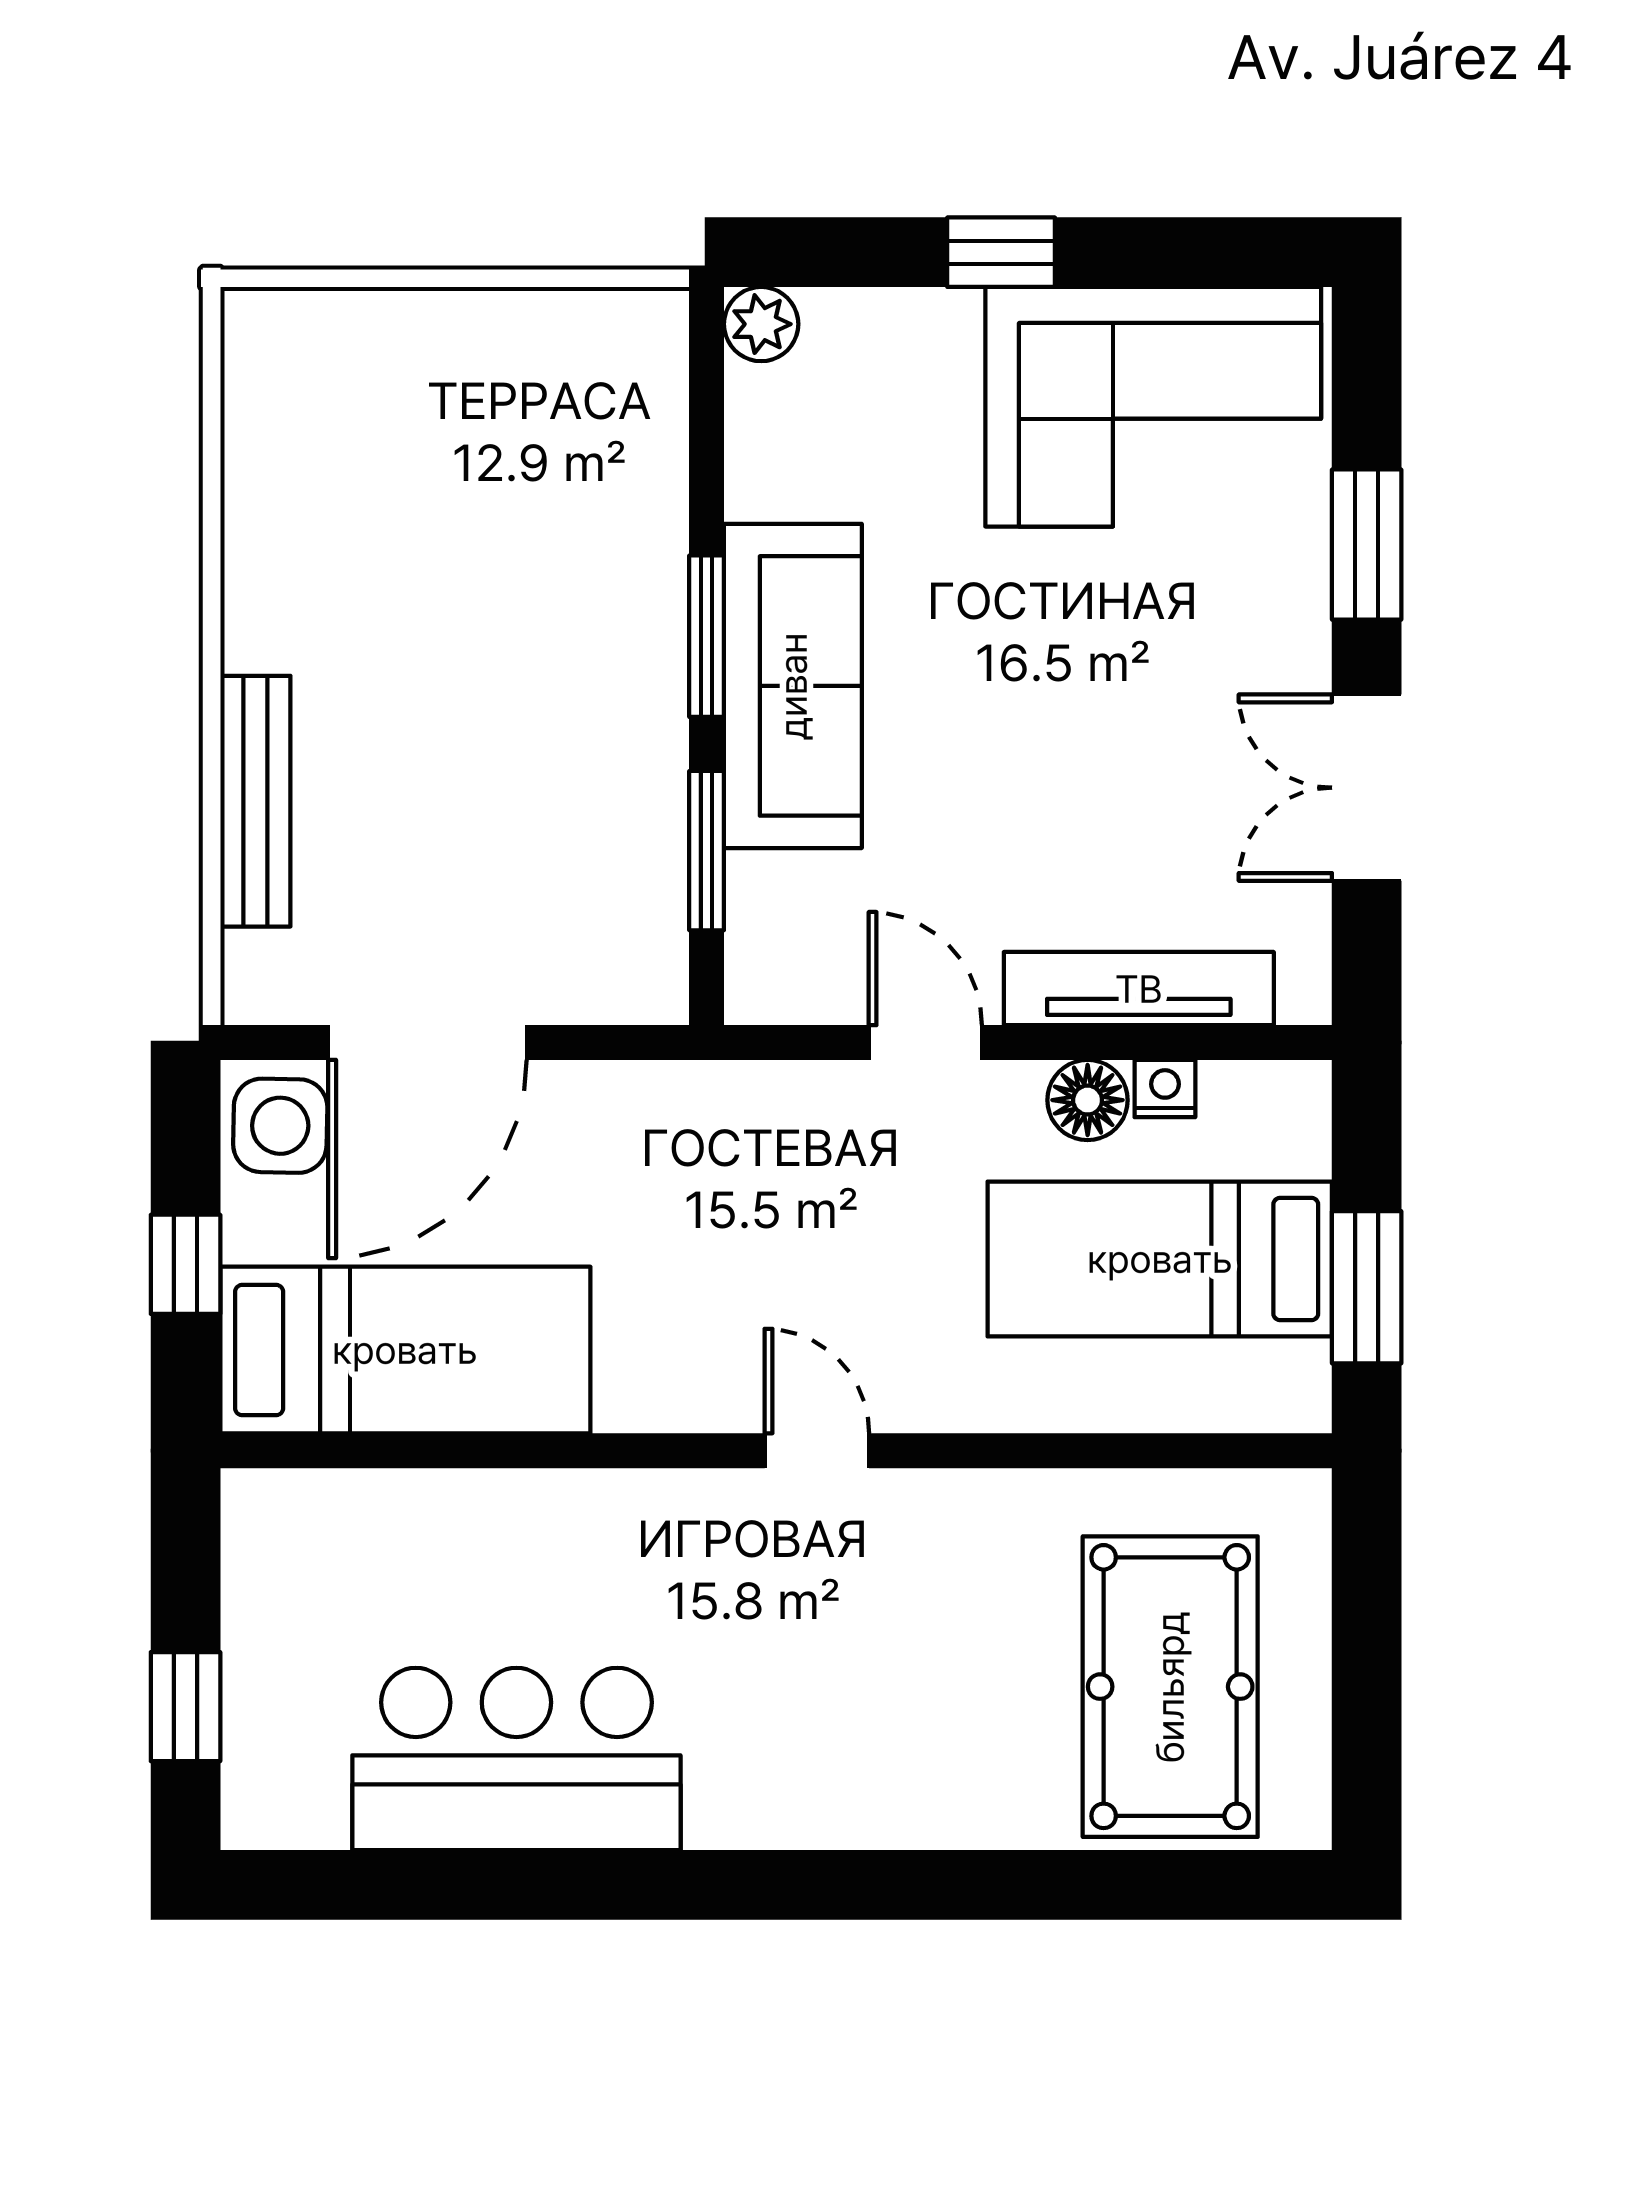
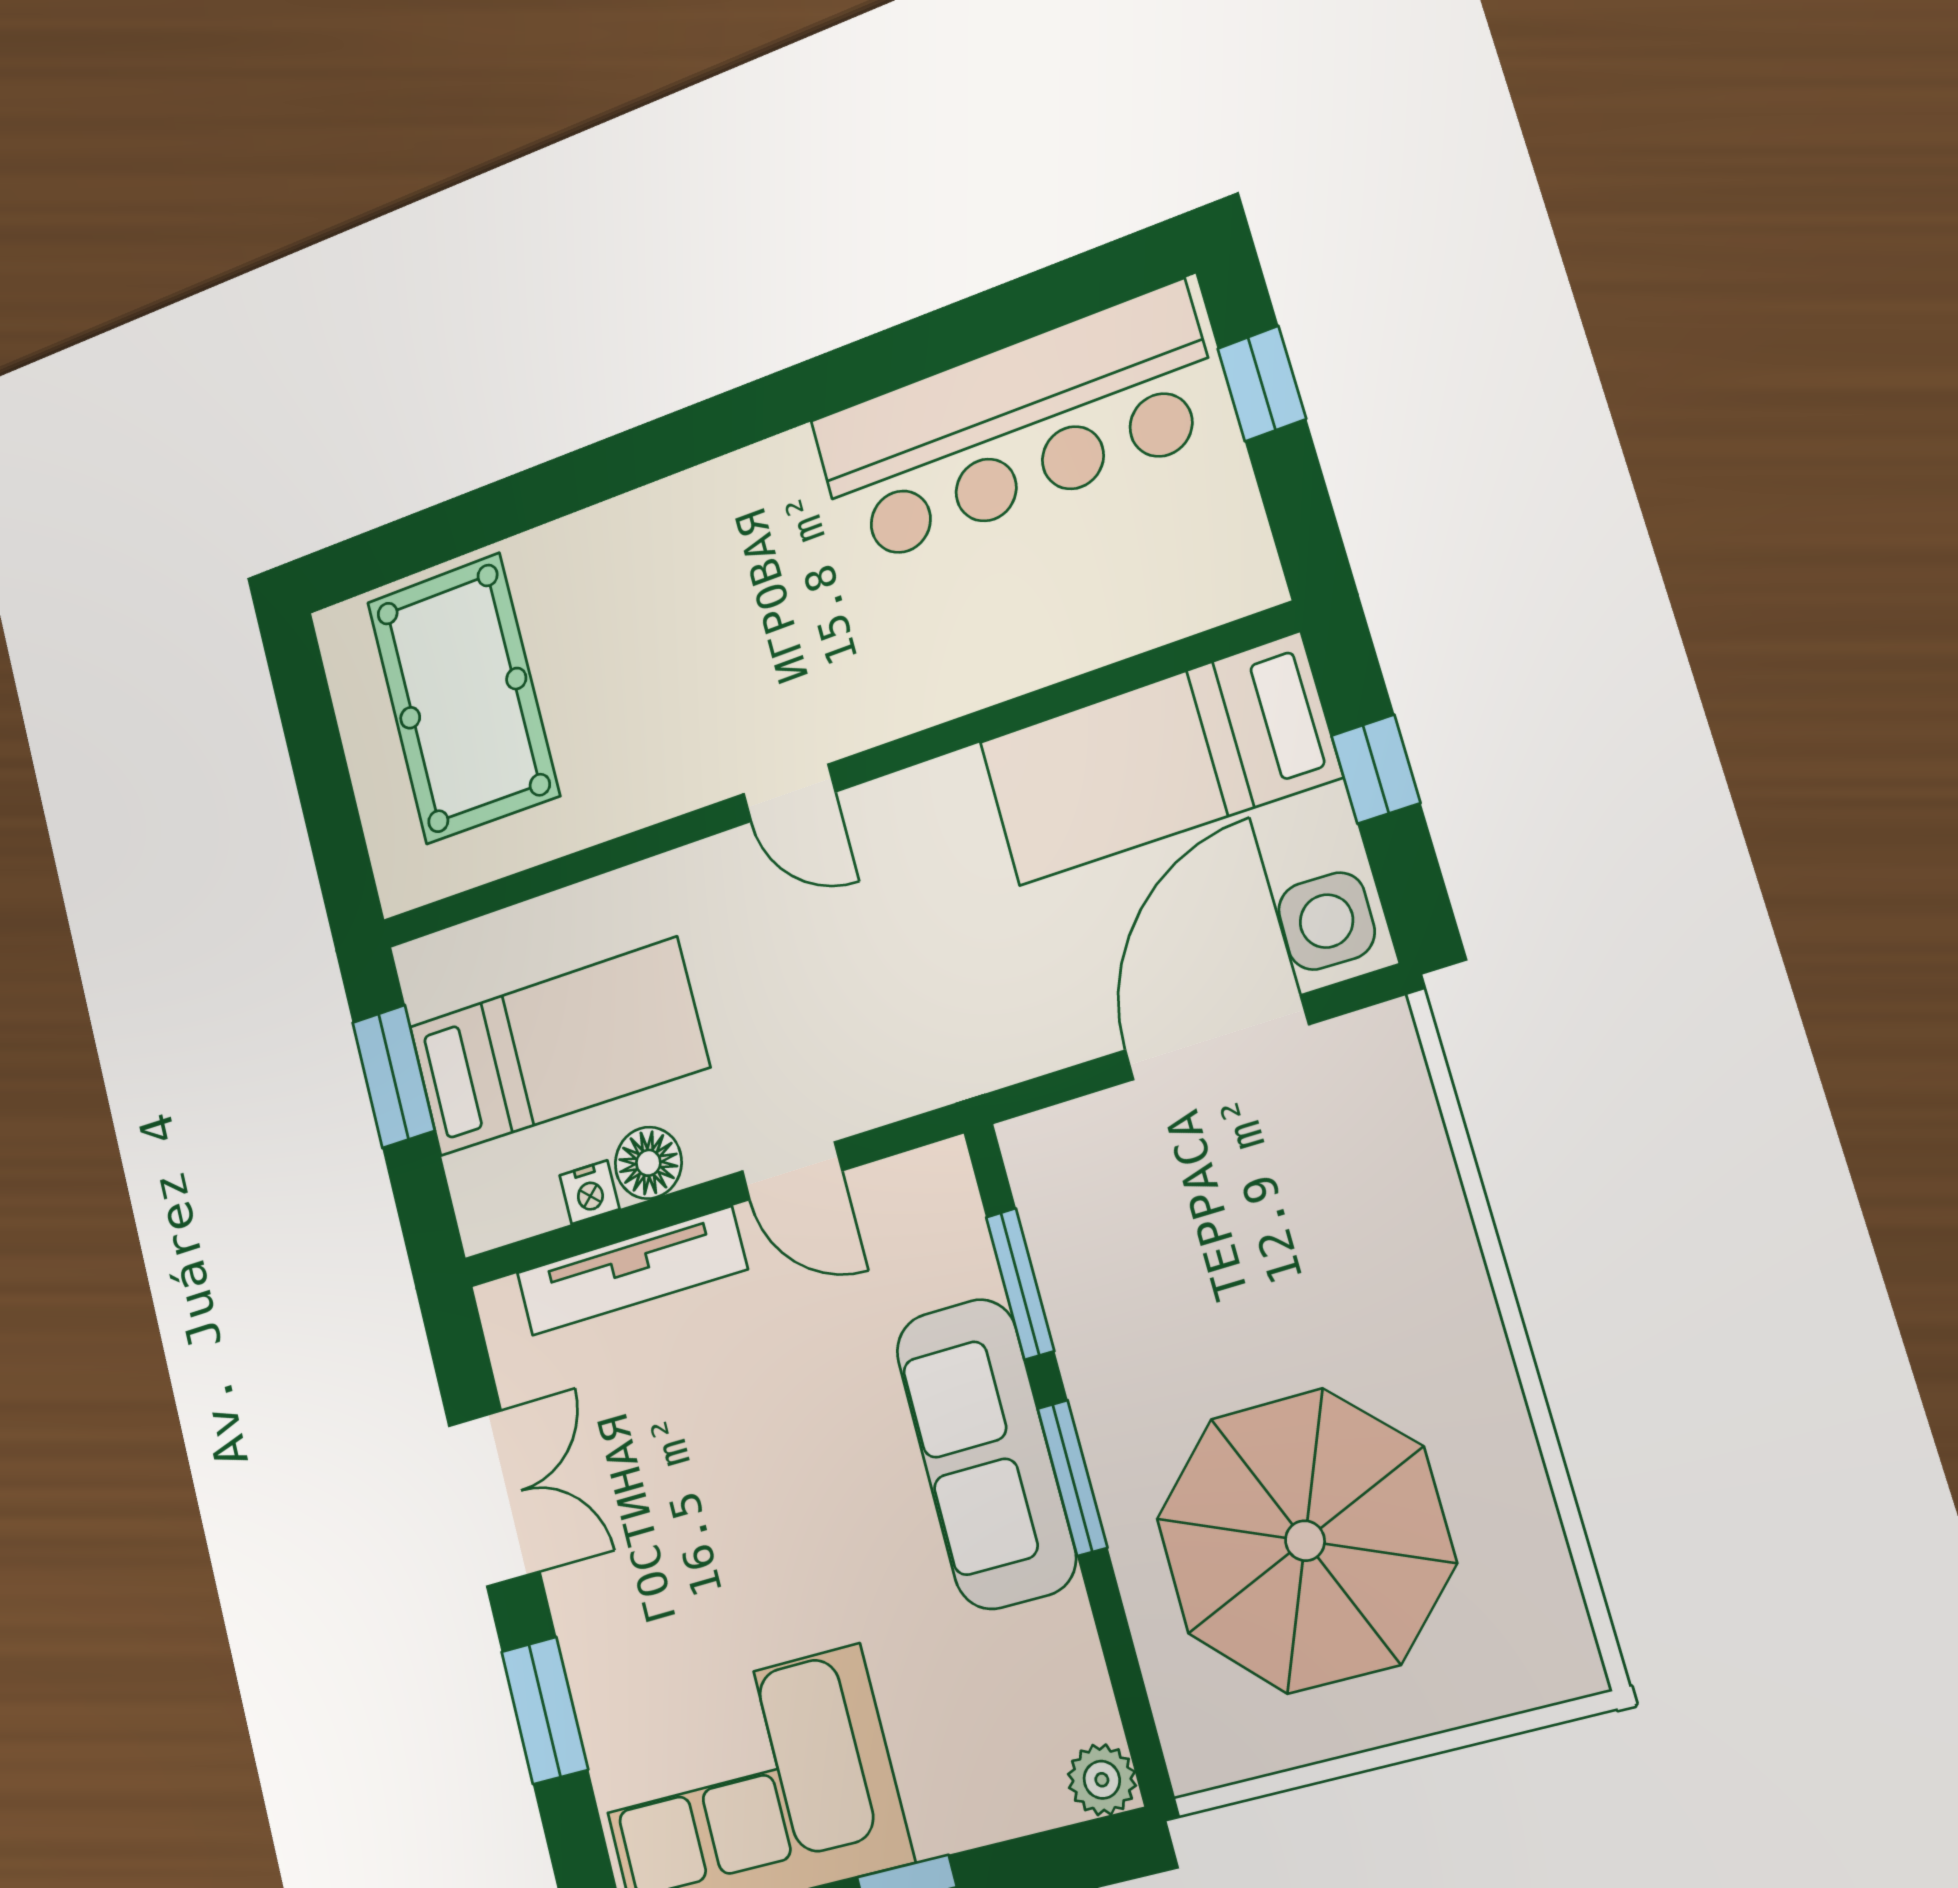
parasol: (482, 510) -> (1305, 1541), added
bench: (255, 801) -> (1436, 1210), removed
bar counter: (516, 1759) -> (1016, 427), width x1.36

